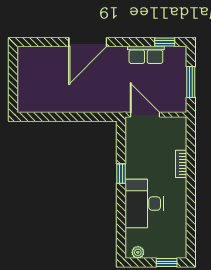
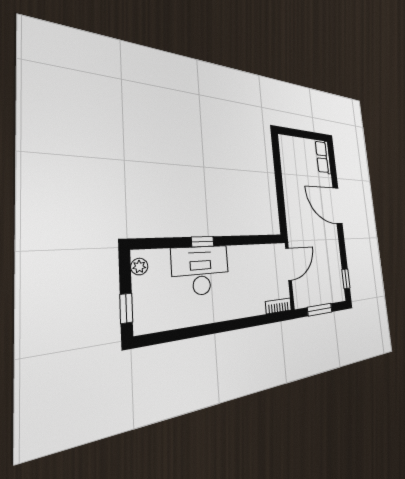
row of seats: (146, 55) -> (323, 157), moved
bookcase: (181, 164) -> (279, 306), moved
window: (121, 174) -> (203, 242), moved

